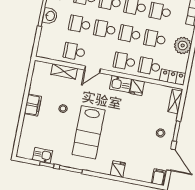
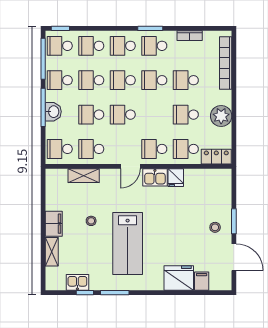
school desk: (130, 34) -> (60, 149), moved
door: (92, 69) -> (130, 166), moved
shelving: (175, 101) -> (52, 252), moved
fridge: (118, 169) -> (179, 278), width x1.88, depth x1.34
filing cabinet: (158, 177) -> (202, 281), moved

